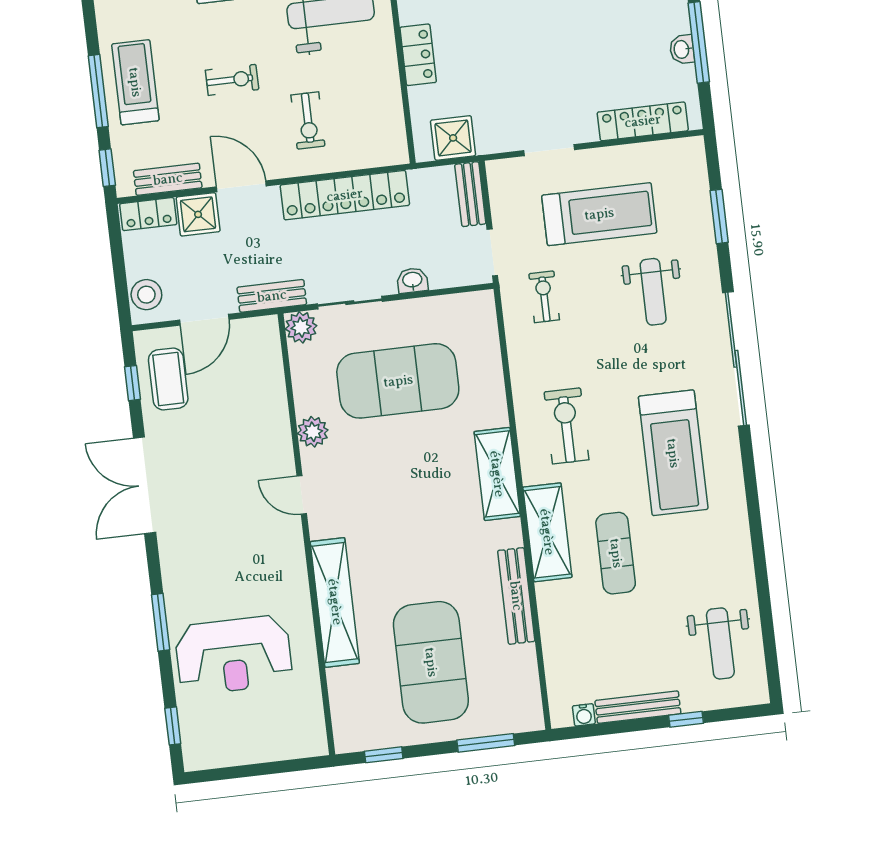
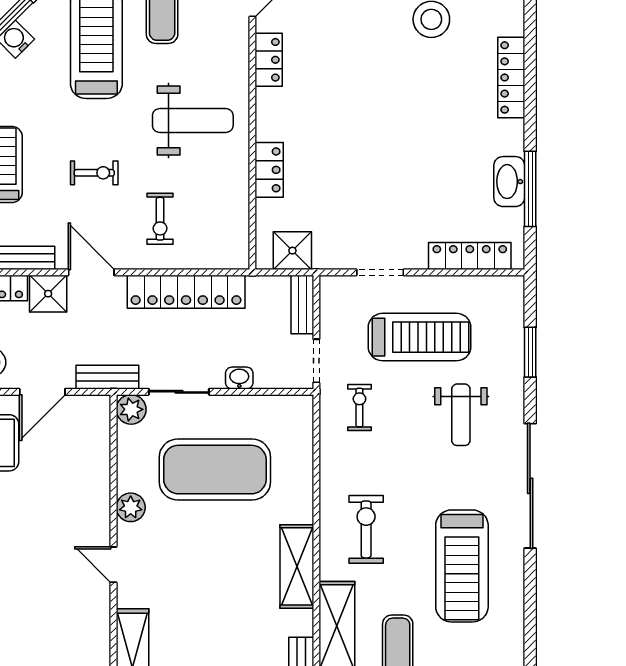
washbasin: (682, 49) -> (509, 182), width x1.91, depth x1.45

